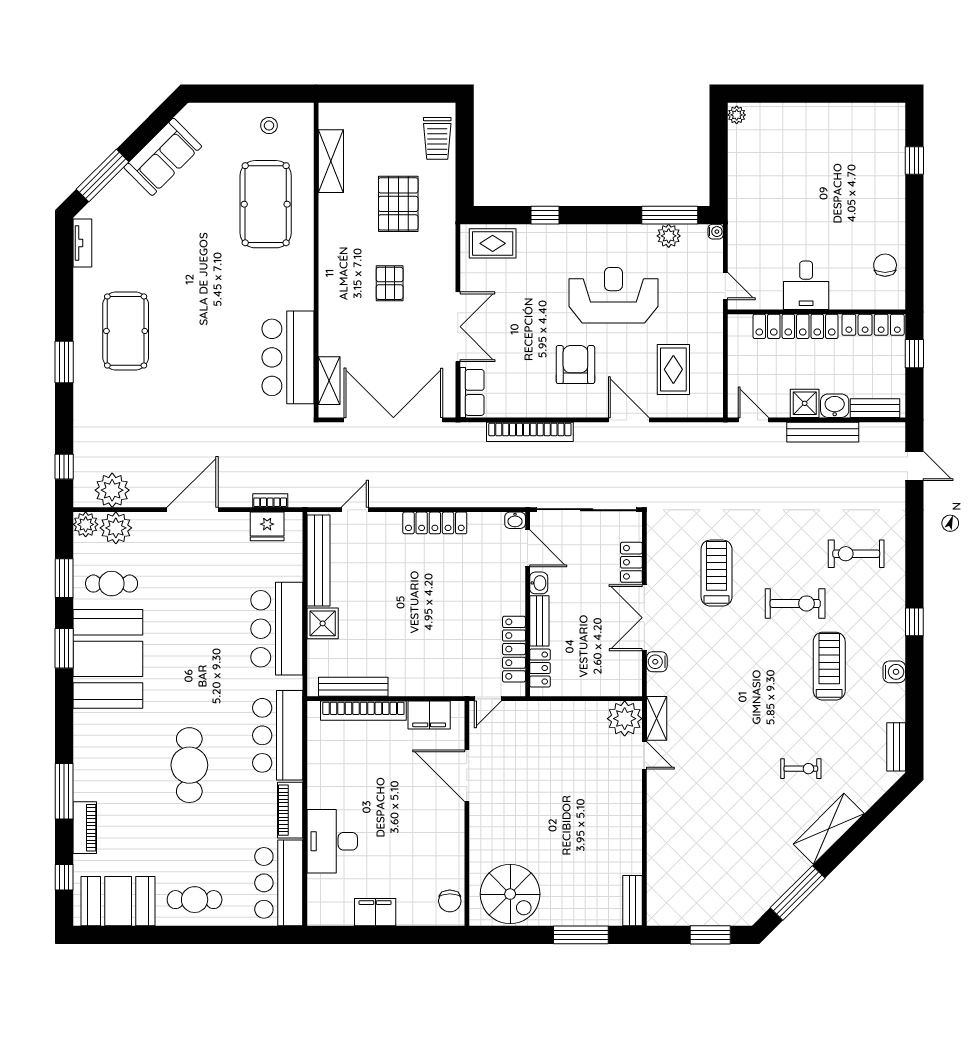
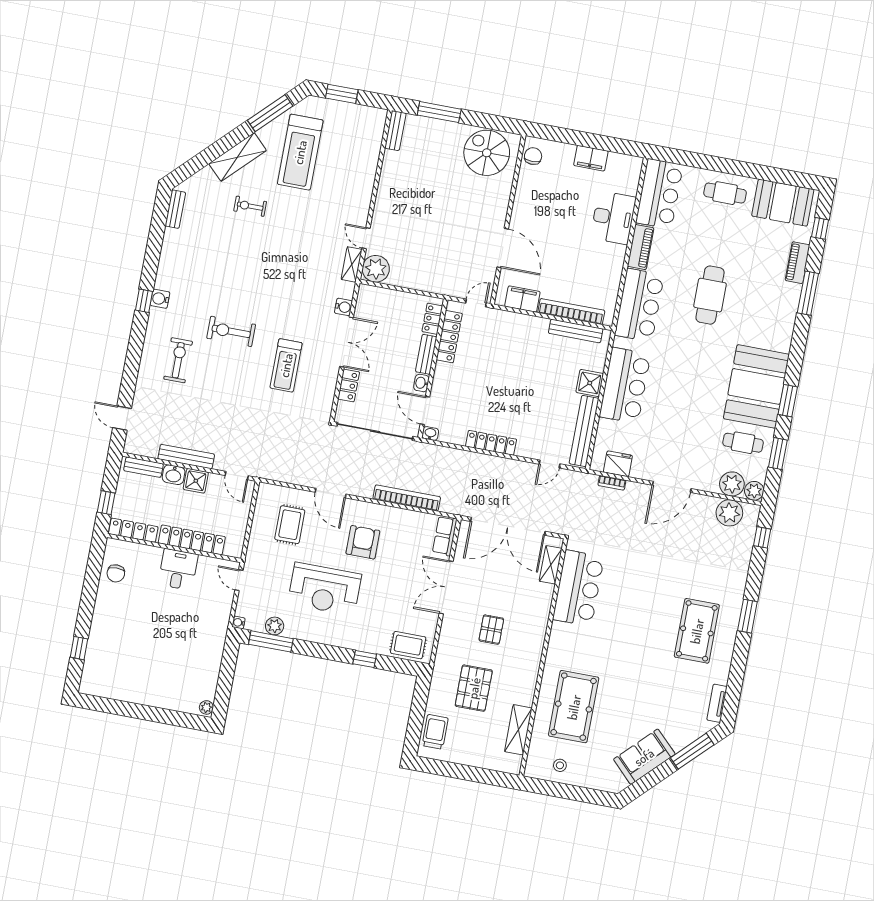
armchair: (575, 365) -> (363, 542), turned 180
exercise bike: (856, 554) -> (178, 360), turned -90
treadmill: (829, 666) -> (300, 152), moved, width x1.37, depth x1.38
water cooler: (894, 672) -> (160, 299), moved

